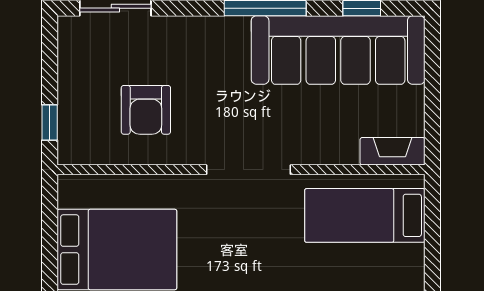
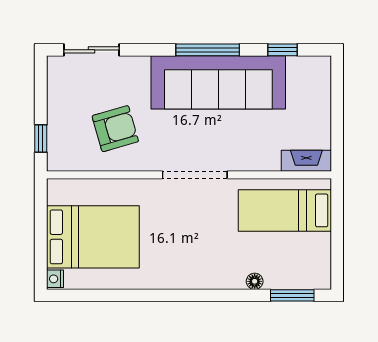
sofa: (338, 50) -> (218, 82), moved
armchair: (146, 110) -> (115, 129), turned -106

